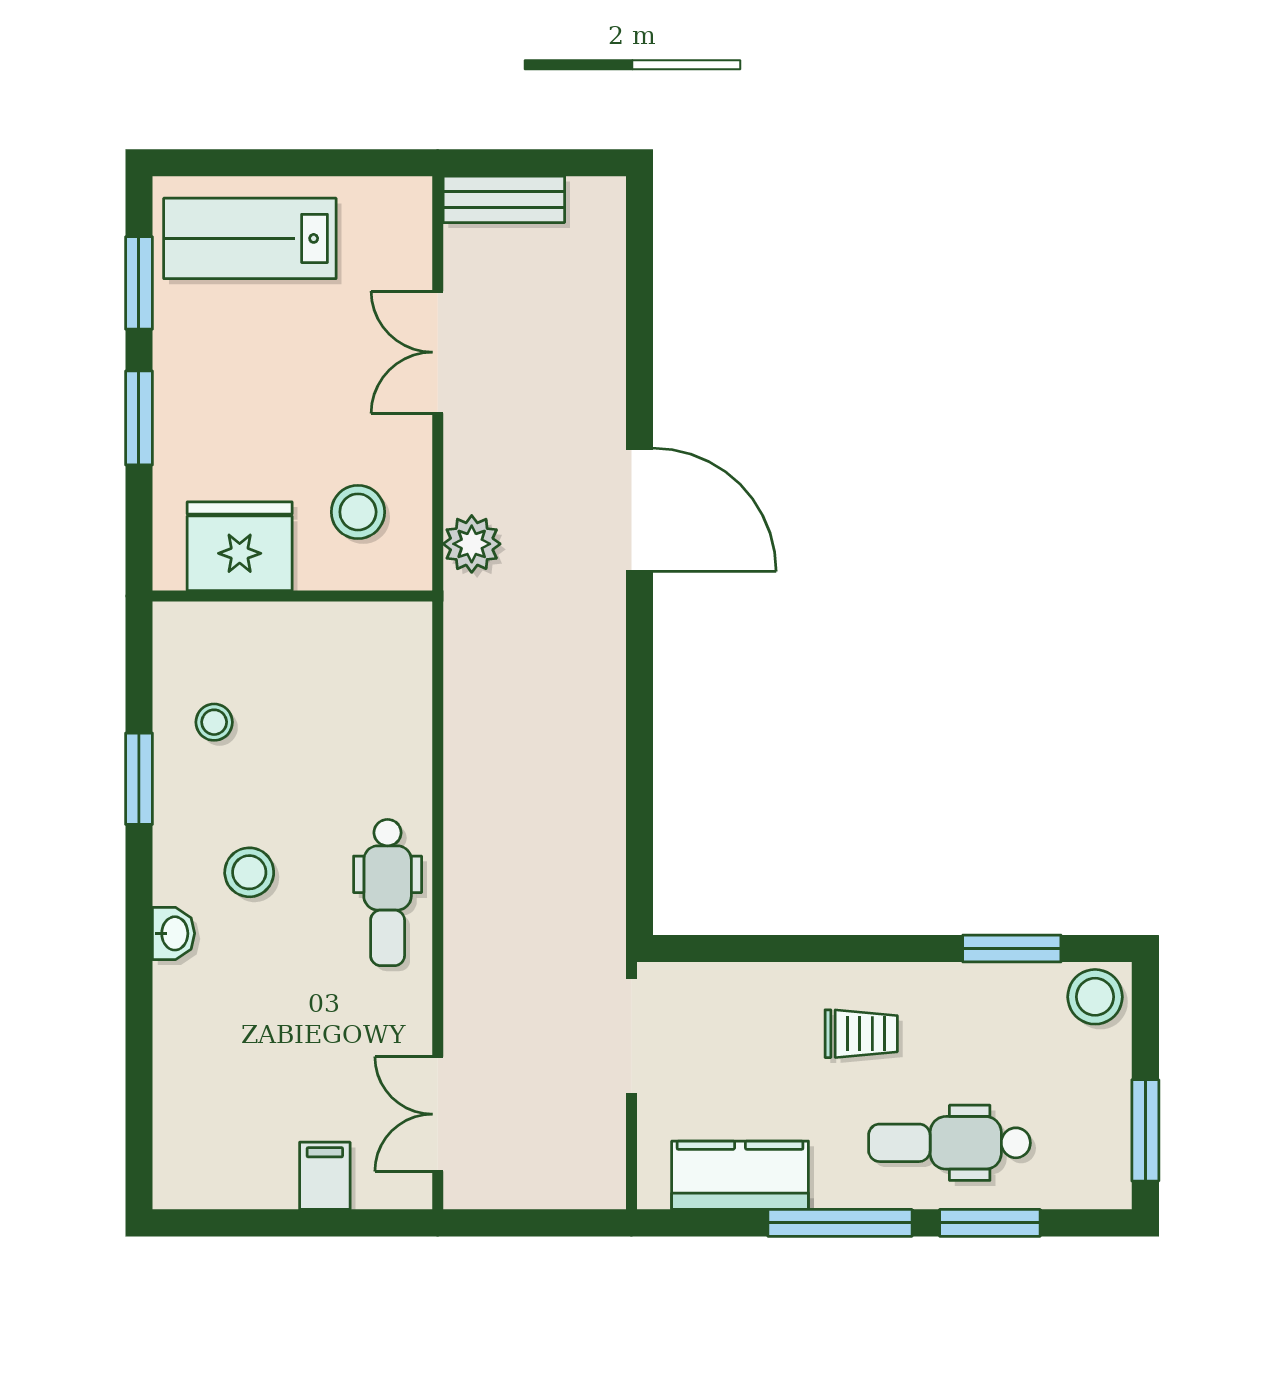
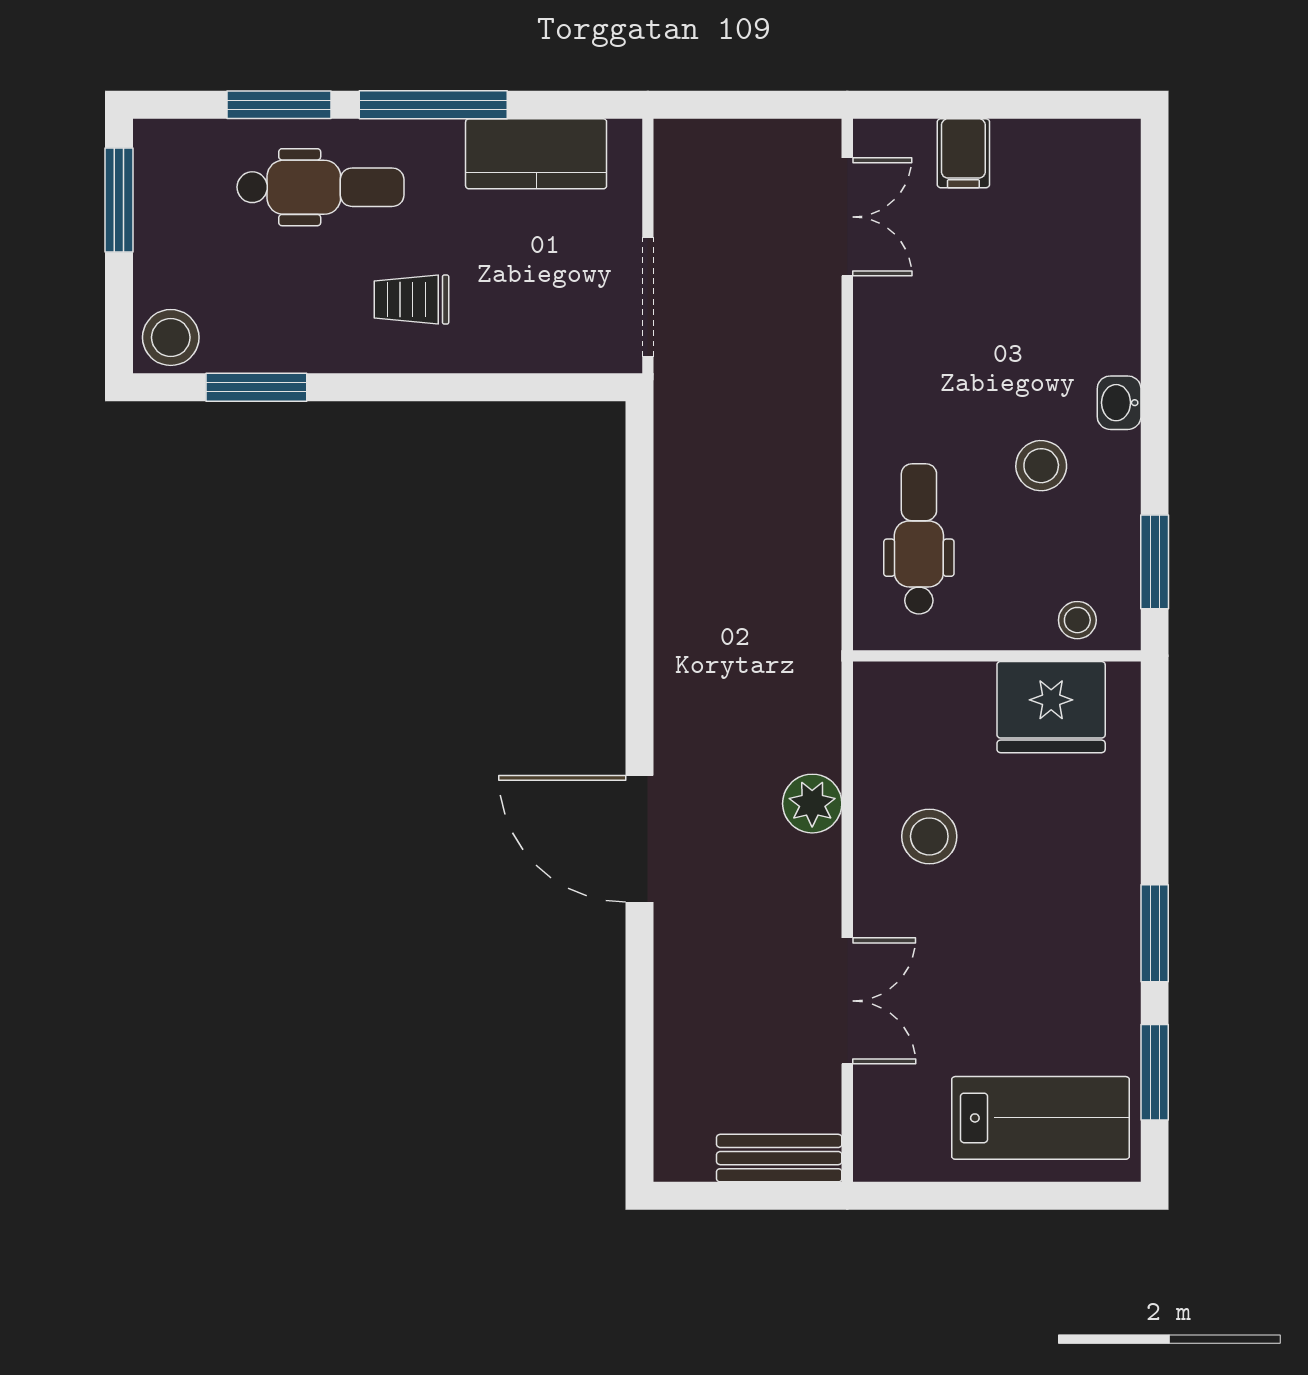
fridge: (240, 546) -> (1051, 707), moved
wall: (292, 596) -> (997, 656), moved
dental chair: (388, 893) -> (919, 539), moved

